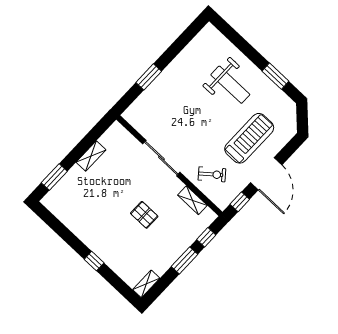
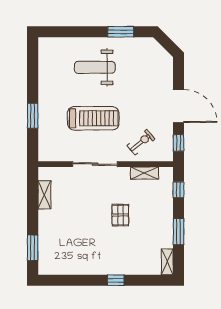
weight bench: (230, 85) -> (95, 67), turned 180
treadmill: (249, 138) -> (93, 118), moved, turned 90
shelving: (91, 156) -> (44, 195), moved
pallet: (144, 215) -> (120, 215), turned 90
window: (184, 260) -> (178, 232), moved

